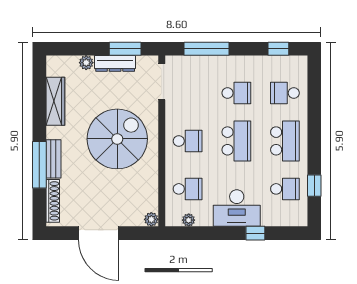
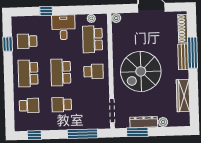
school desk: (188, 141) -> (93, 71), turned 180
school desk: (188, 189) -> (93, 39), width x1.85
desk: (237, 208) -> (63, 27), width x0.73

